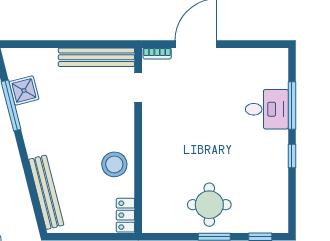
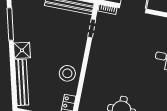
shower: (24, 90) -> (22, 50), moved

